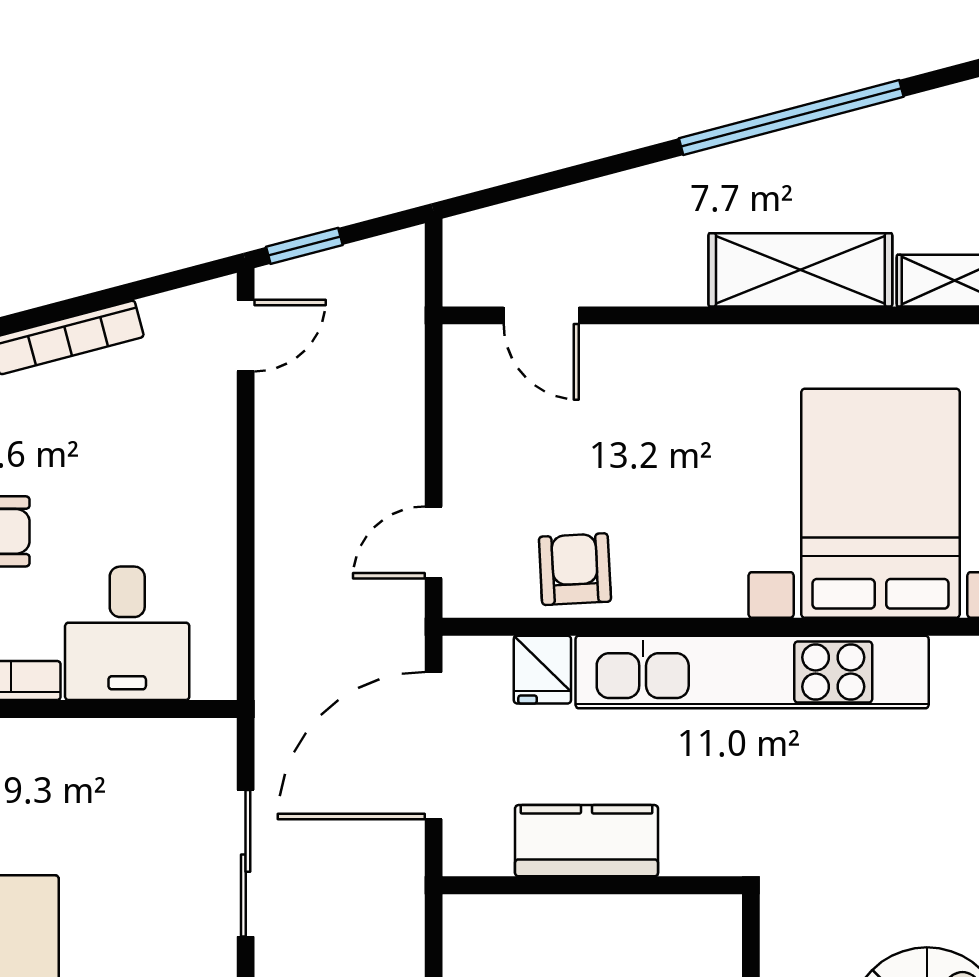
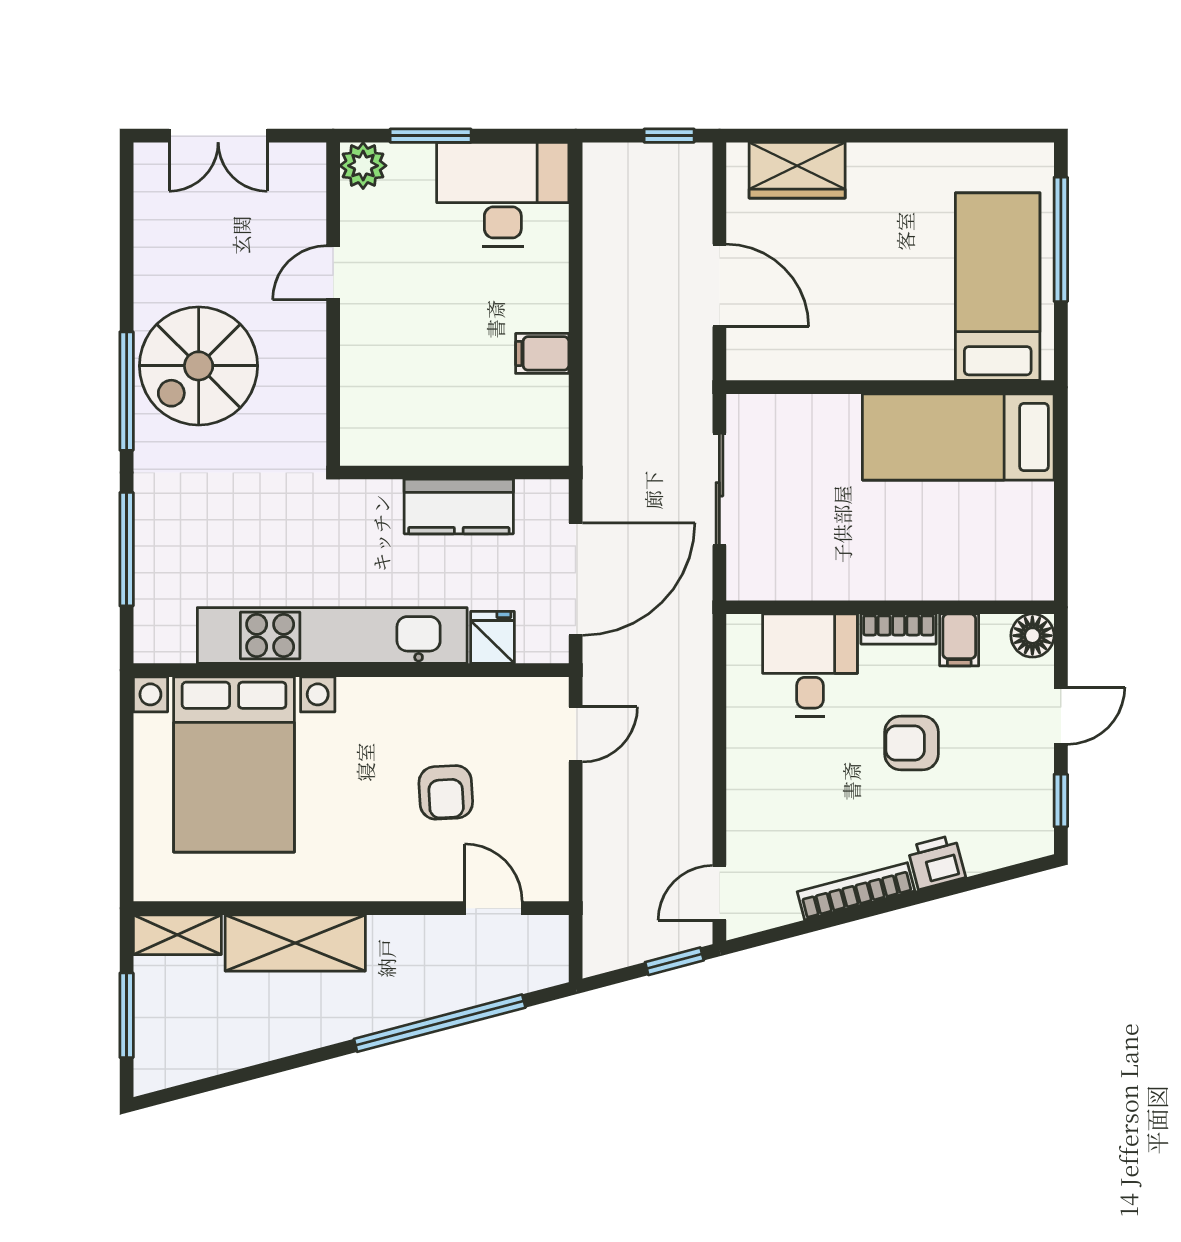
window: (791, 117) -> (440, 1023), moved
armchair: (575, 569) -> (446, 792), moved

